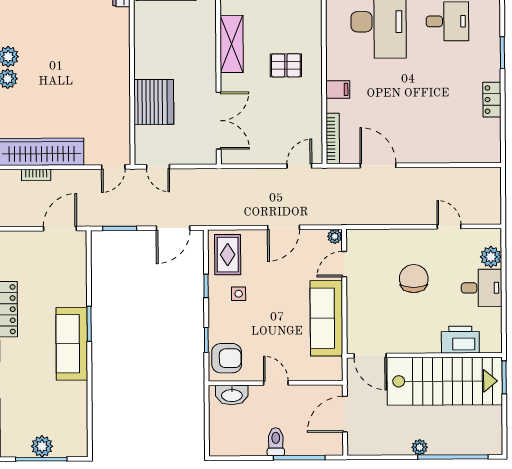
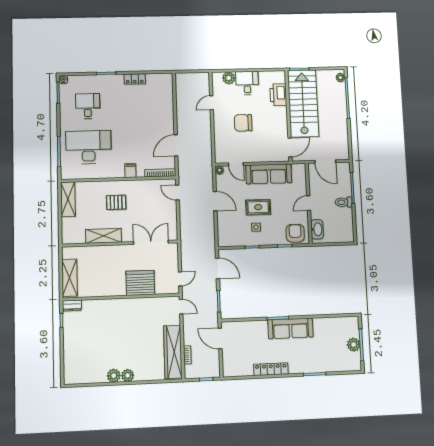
pallet: (286, 65) -> (116, 202), turned 90
rug: (228, 255) -> (258, 207), moved
plant: (420, 447) -> (340, 78), moved

